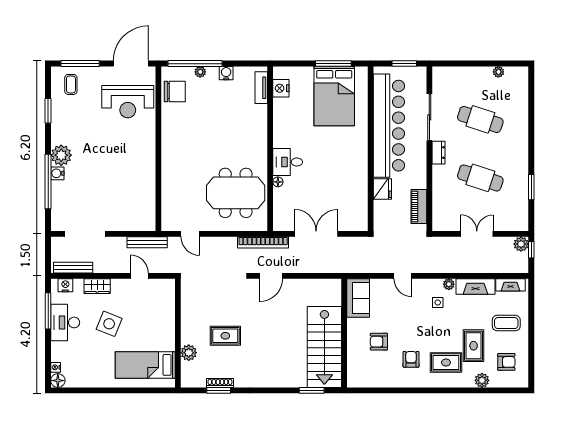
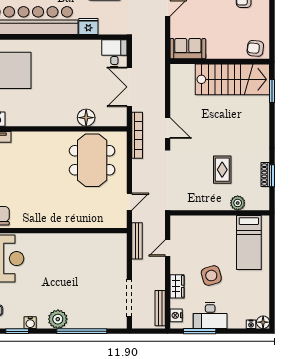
desk: (288, 162) -> (114, 53), moved, turned 180
water cooler: (57, 173) -> (30, 323), moved
floor lamp: (278, 182) -> (86, 118), width x1.89, depth x1.89
side table: (109, 324) -> (211, 276), turned -38
armchair: (379, 342) -> (255, 48), moved, turned 96

